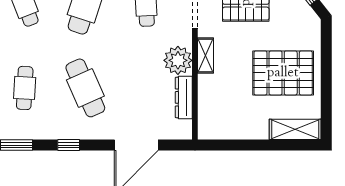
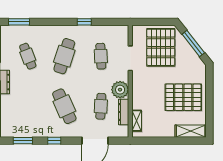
shelving: (206, 56) -> (137, 121), moved
cafe table: (25, 88) -> (101, 106), moved

